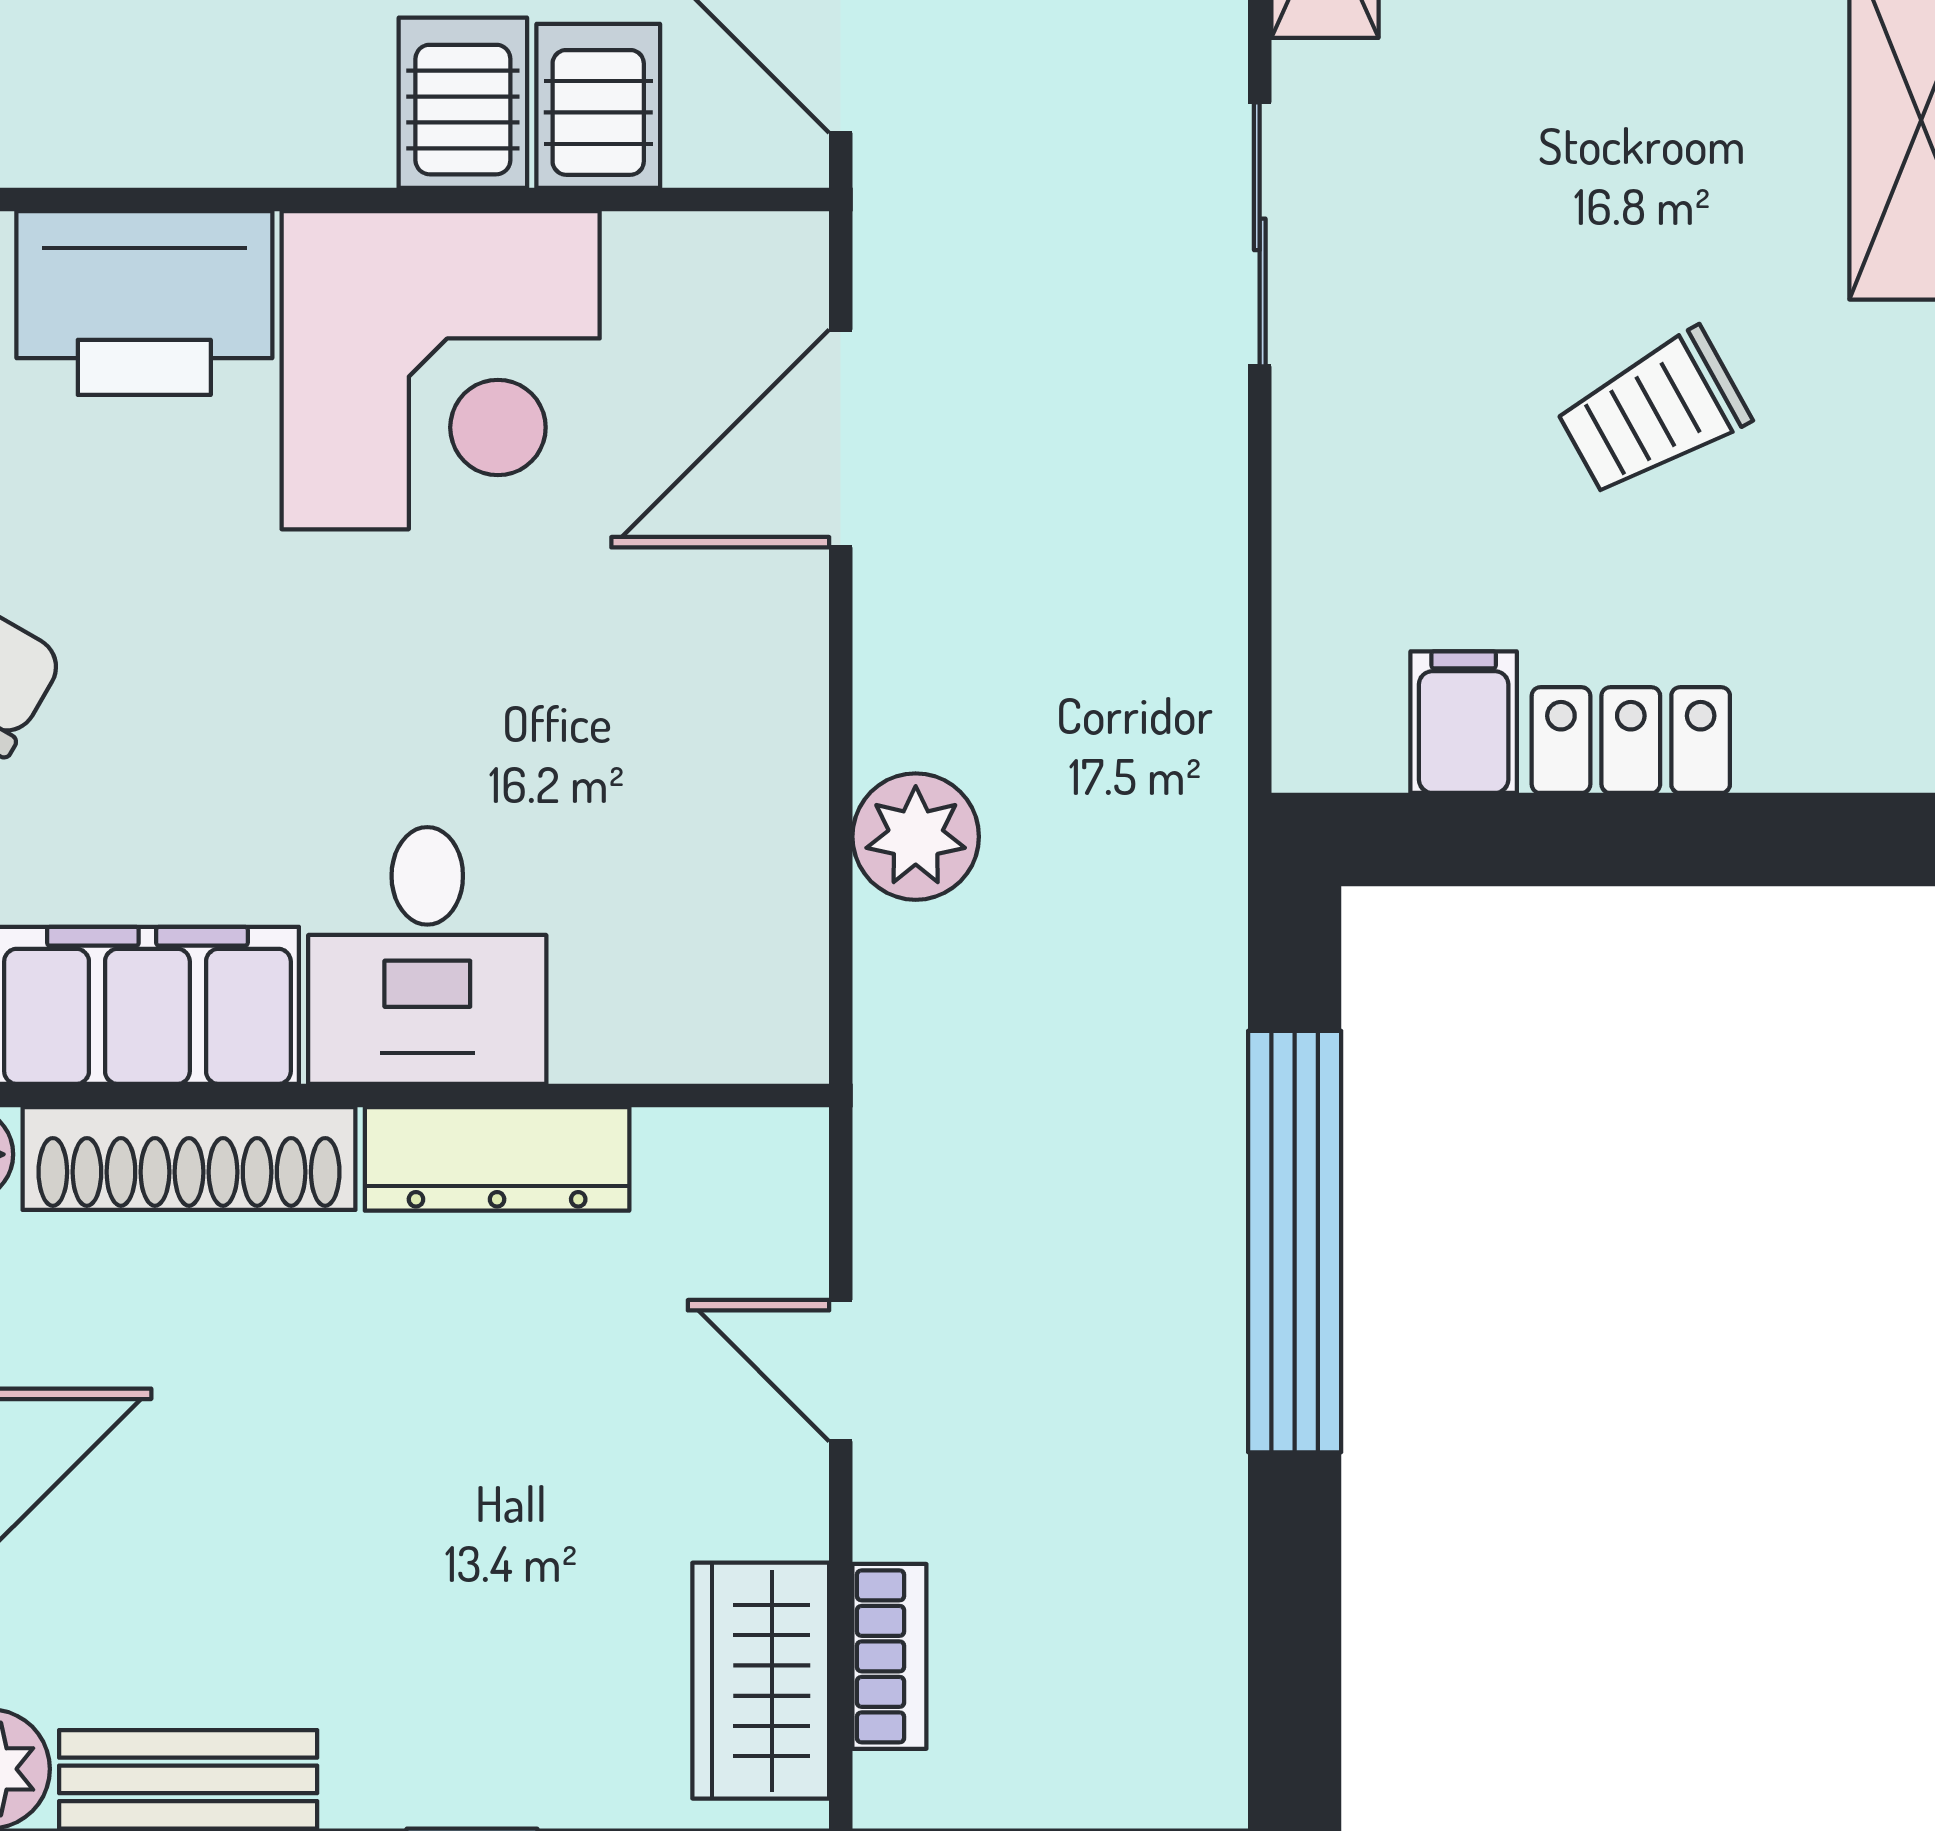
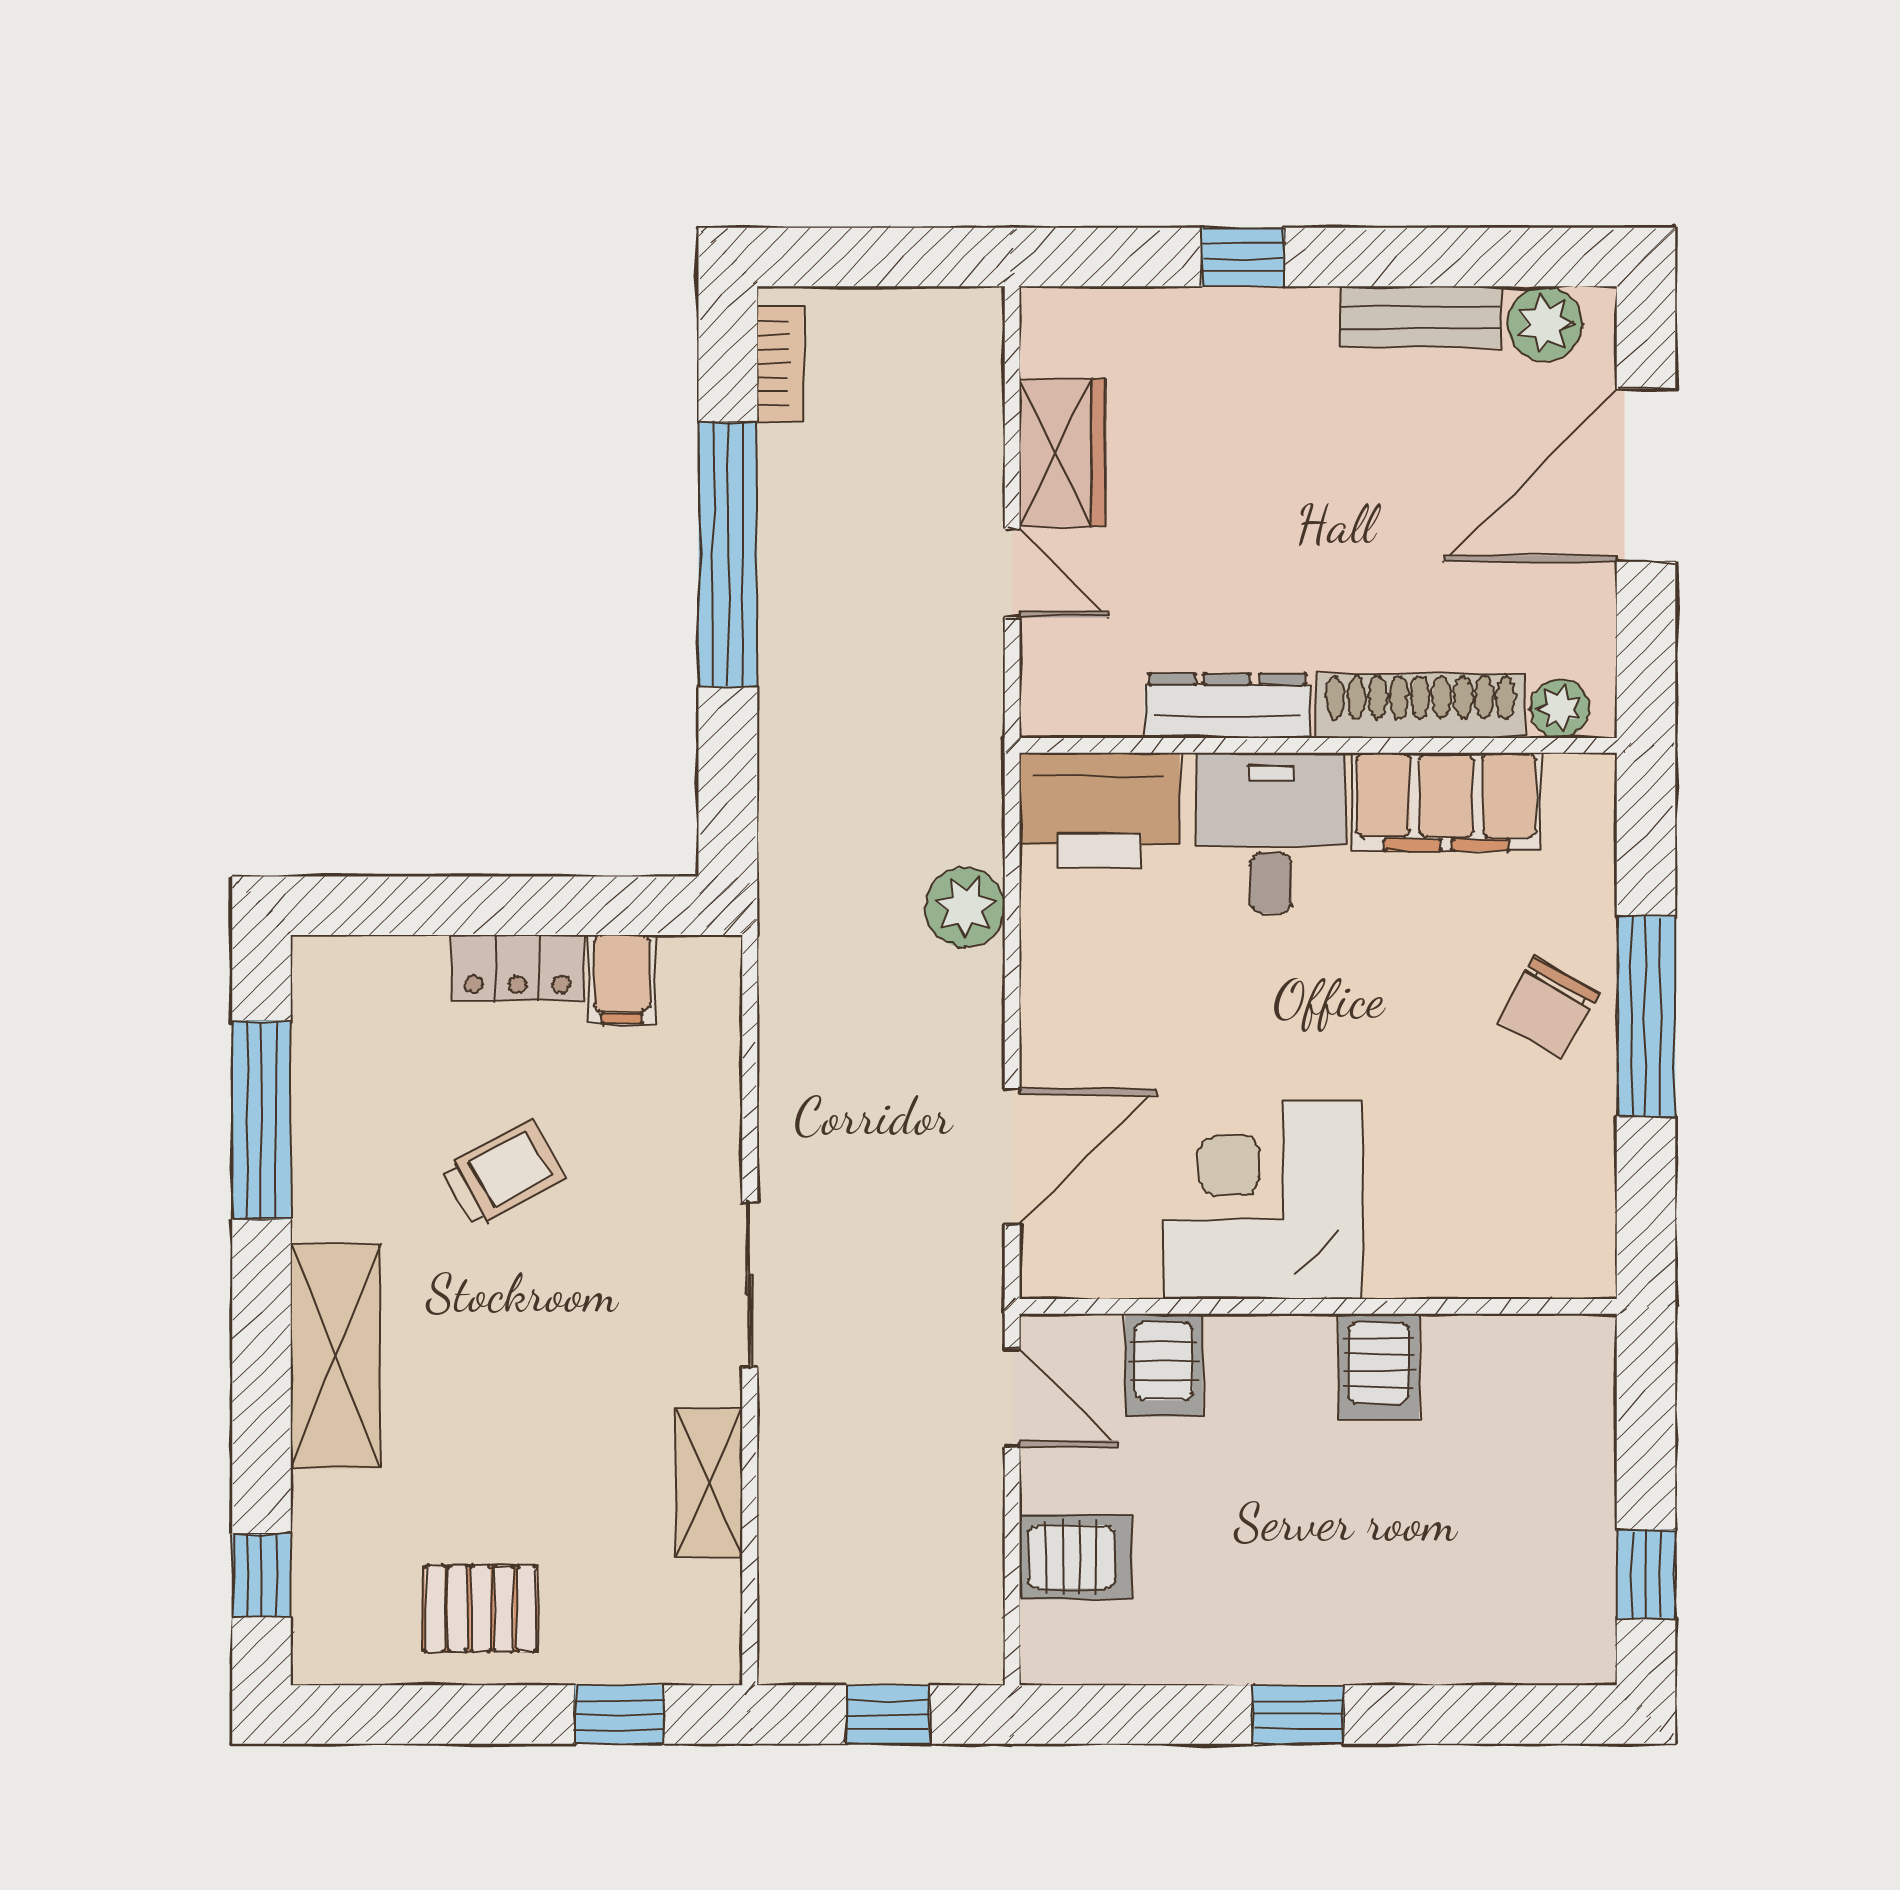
server rack: (463, 103) -> (1379, 1367), moved
printer: (144, 303) -> (1099, 810), moved, turned 180
window: (1295, 1242) -> (728, 555), moved
bookcase: (889, 1656) -> (780, 363), moved, turned 180
wardrobe: (761, 1681) -> (1062, 452), moved

